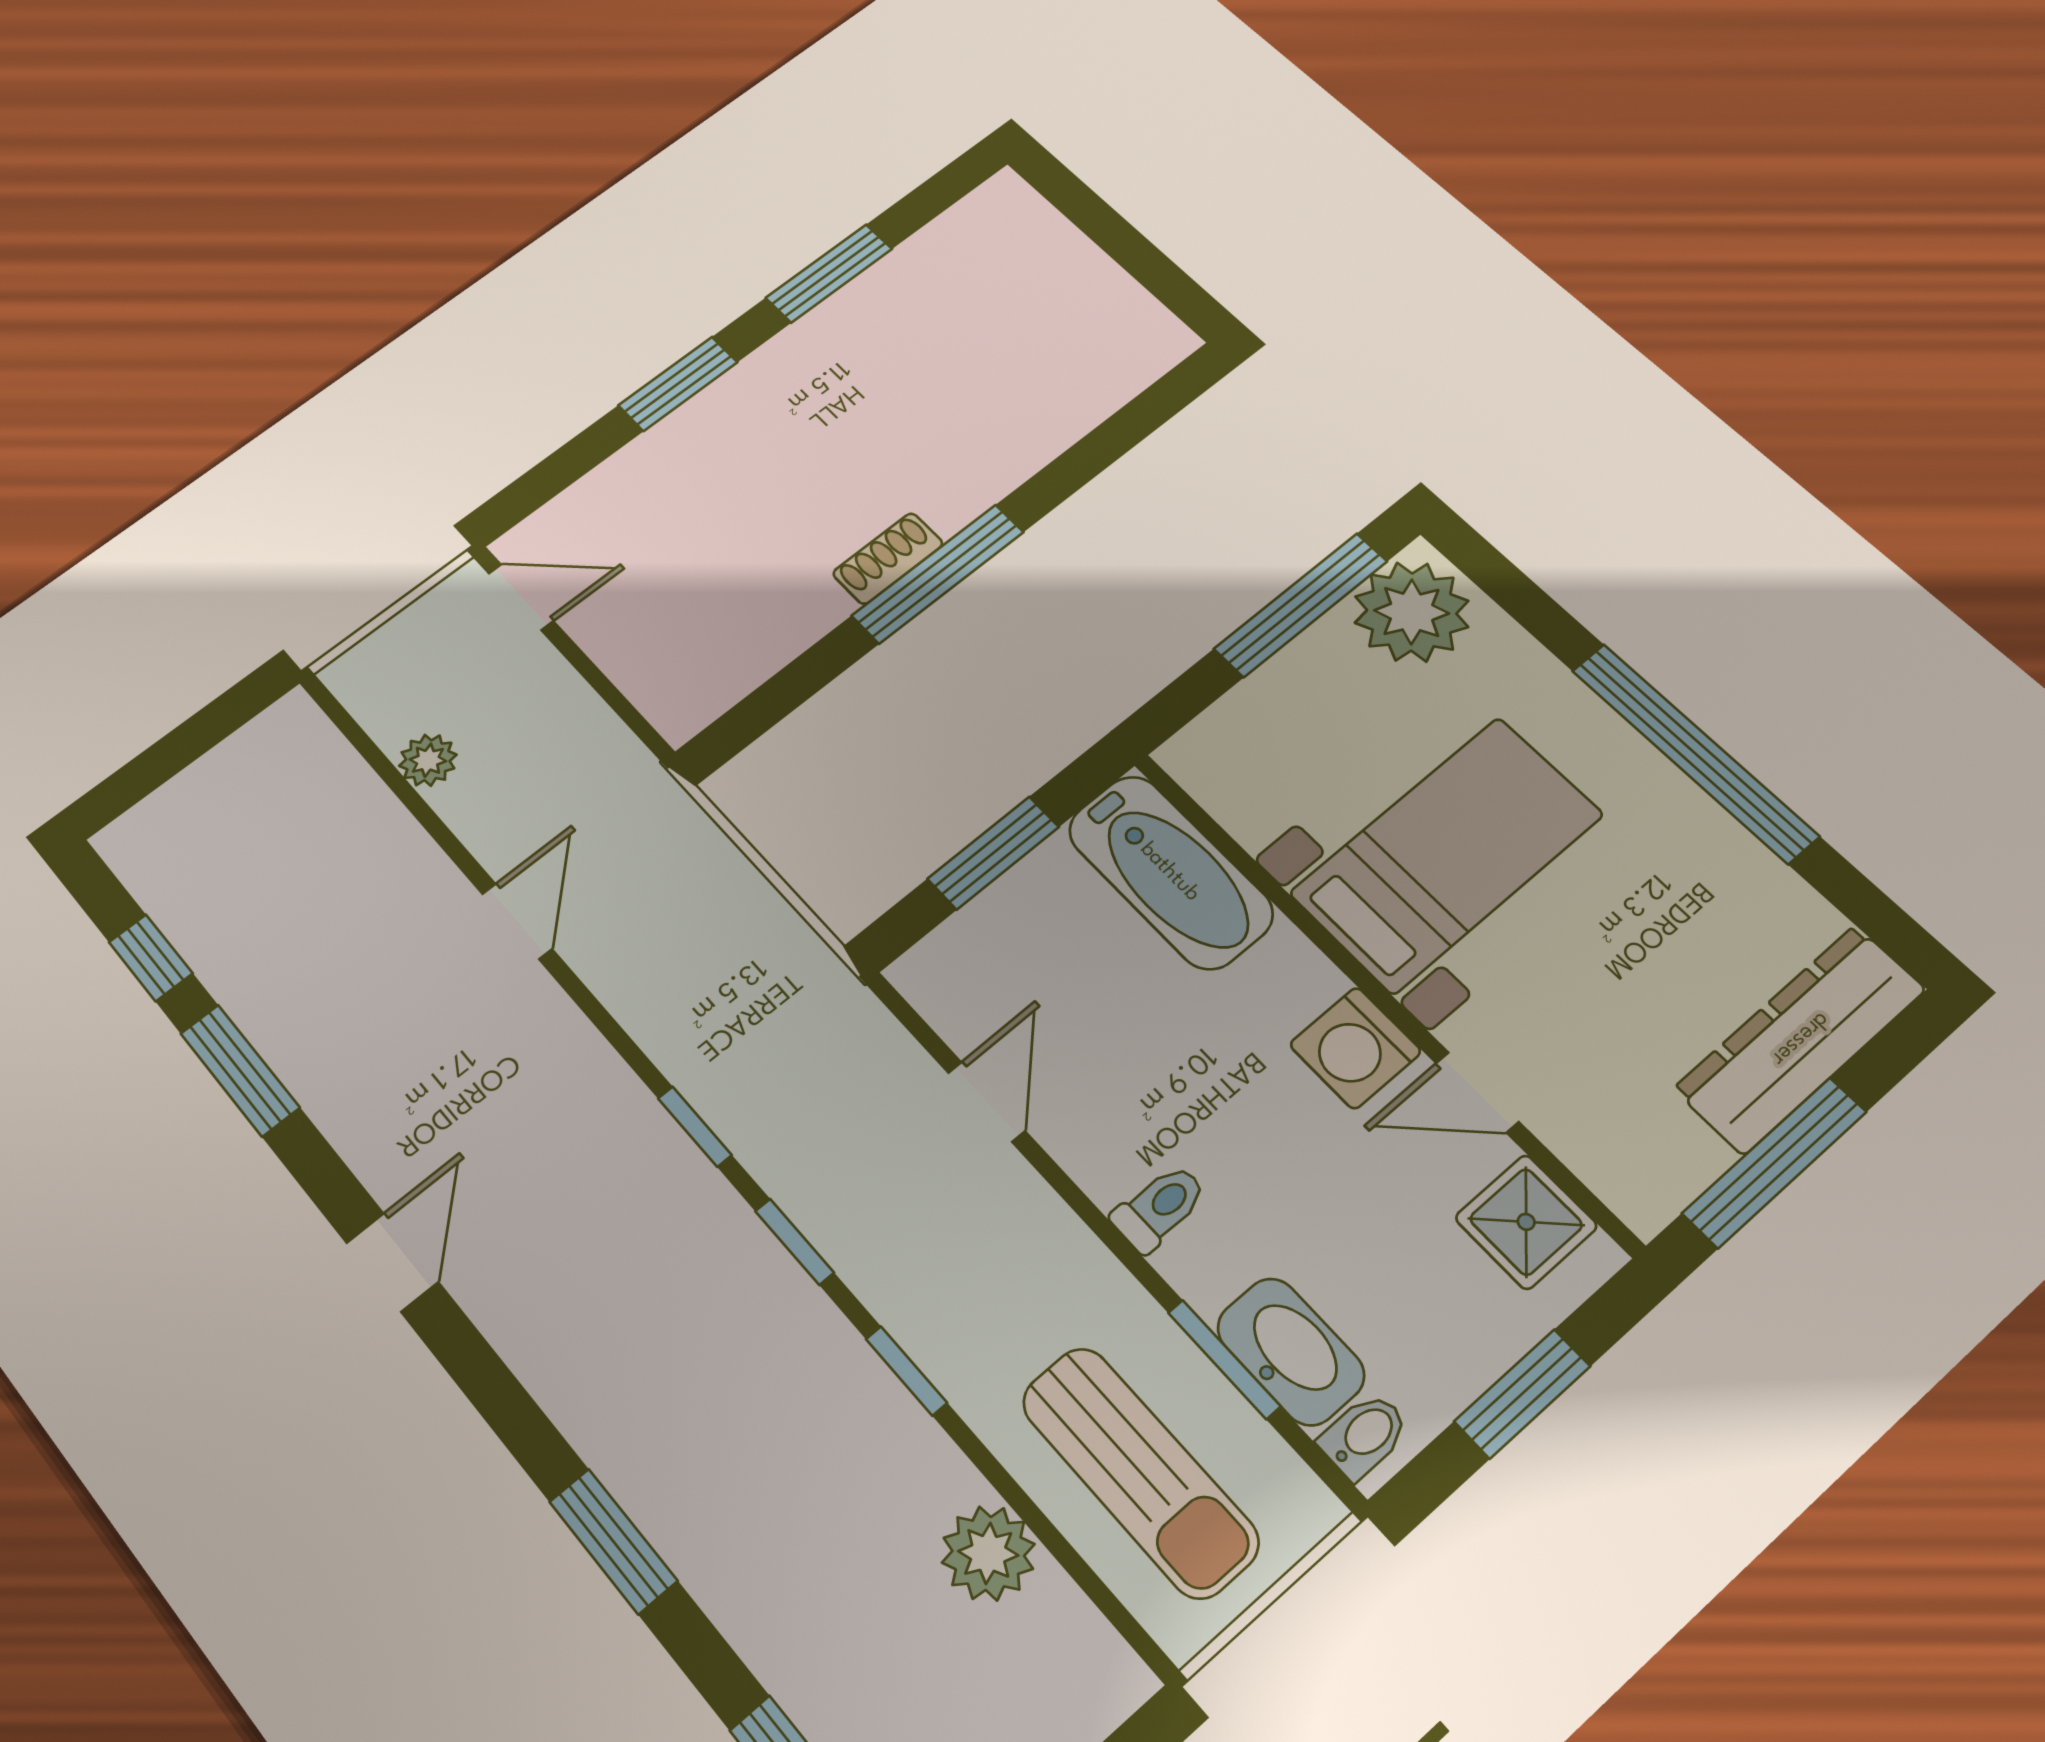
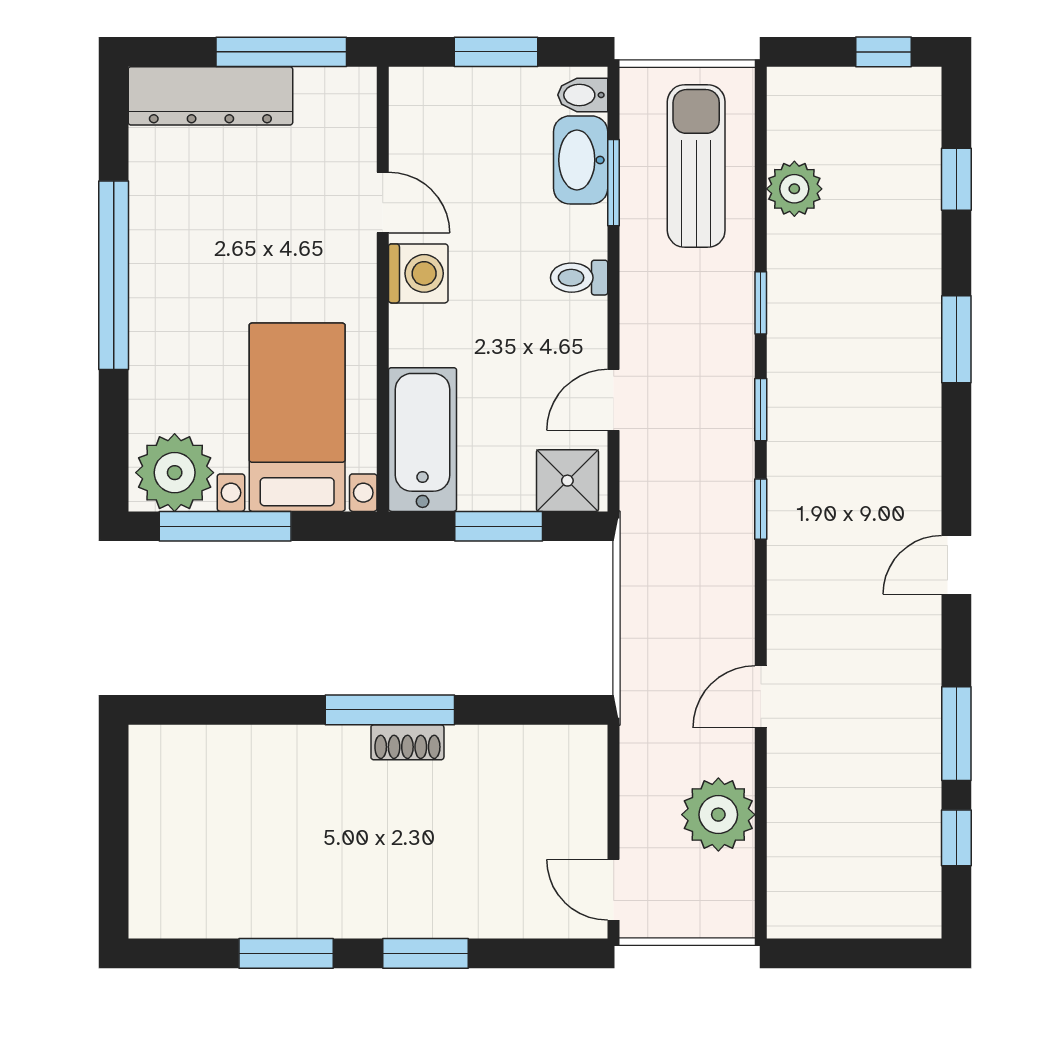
plant: (428, 760) -> (718, 815), width x1.87, depth x1.87
bed with nightstands: (1447, 854) -> (297, 417), moved, turned 90
shower: (1526, 1222) -> (567, 481), moved

